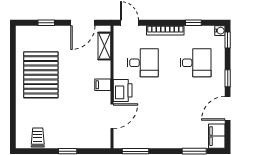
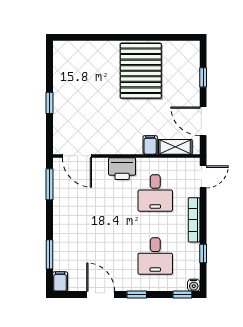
pallet: (41, 75) -> (141, 71), turned 90
filing cabinet: (103, 85) -> (150, 145), moved
door: (112, 116) -> (77, 156), moved
filing cabinet: (217, 136) -> (60, 281), width x0.50
trolley: (38, 137) -> (66, 67), removed

